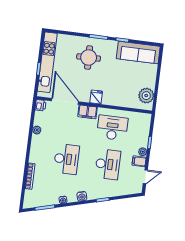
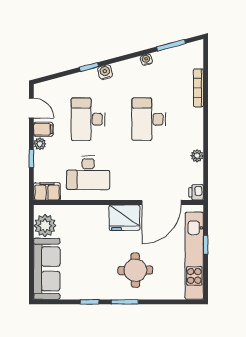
sofa: (138, 53) -> (47, 269), moved, turned 90
fridge: (96, 97) -> (124, 218), width x1.88, depth x1.34
door: (65, 101) -> (161, 203), hinge flipped
filing cabinet: (88, 112) -> (47, 191), moved
door: (145, 177) -> (31, 108), swing flipped
water cooler: (82, 196) -> (105, 72), moved

